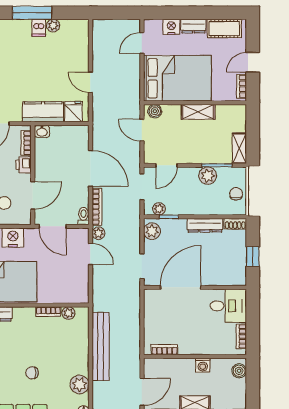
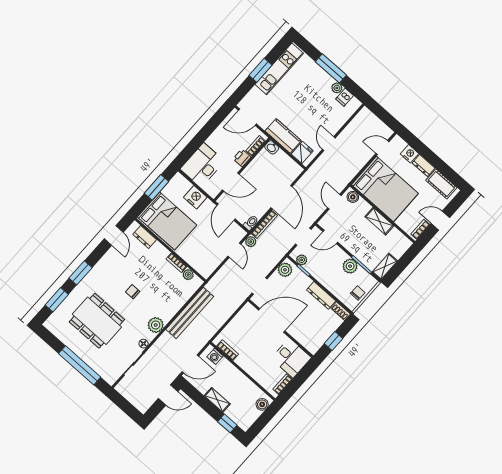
dishwasher: (39, 28) -> (345, 97), moved
washing machine: (203, 365) -> (215, 356), moved

